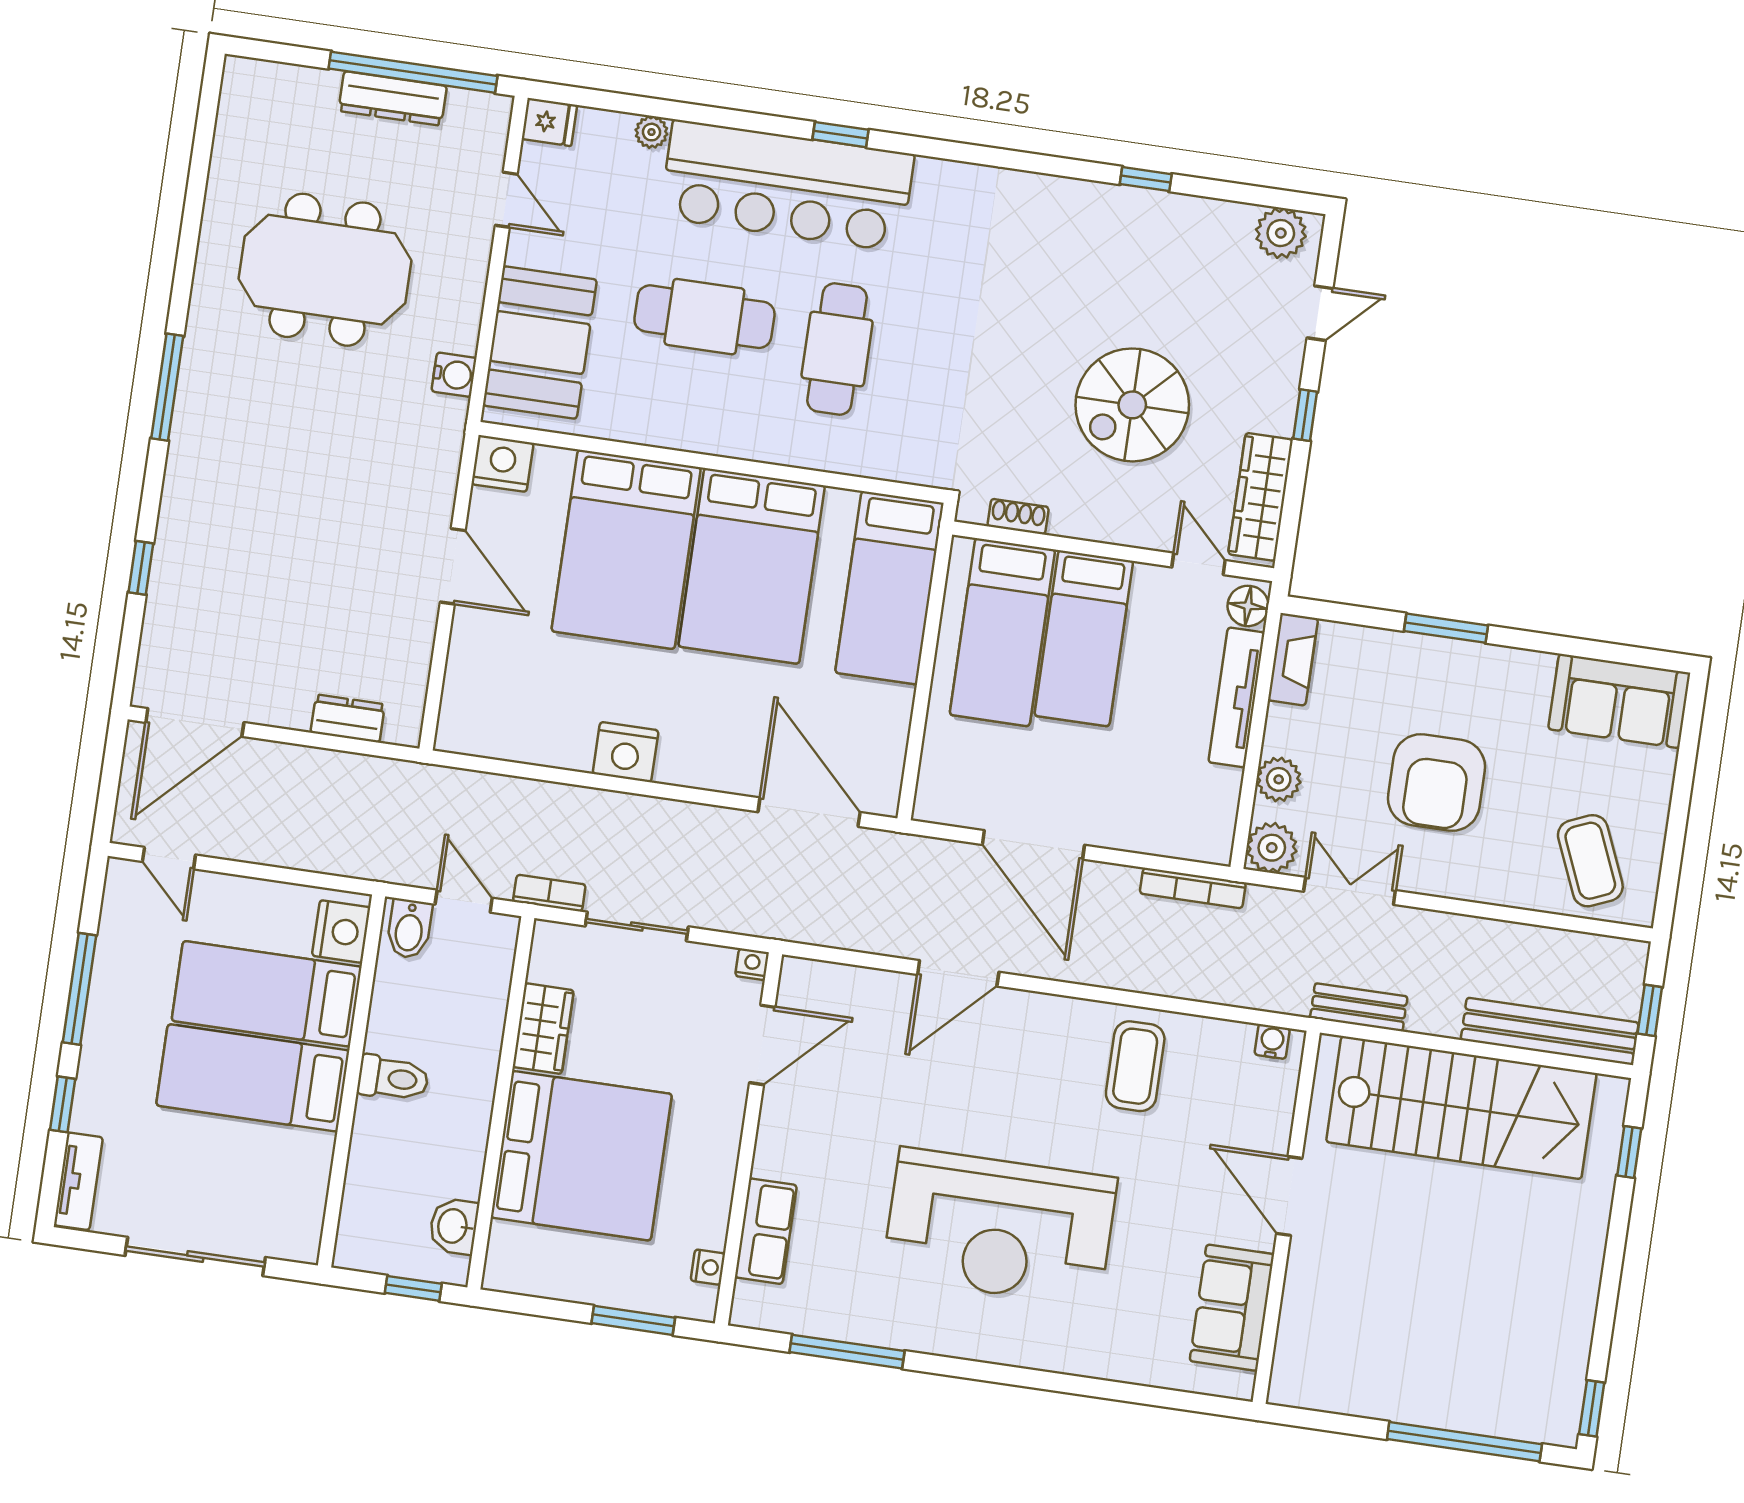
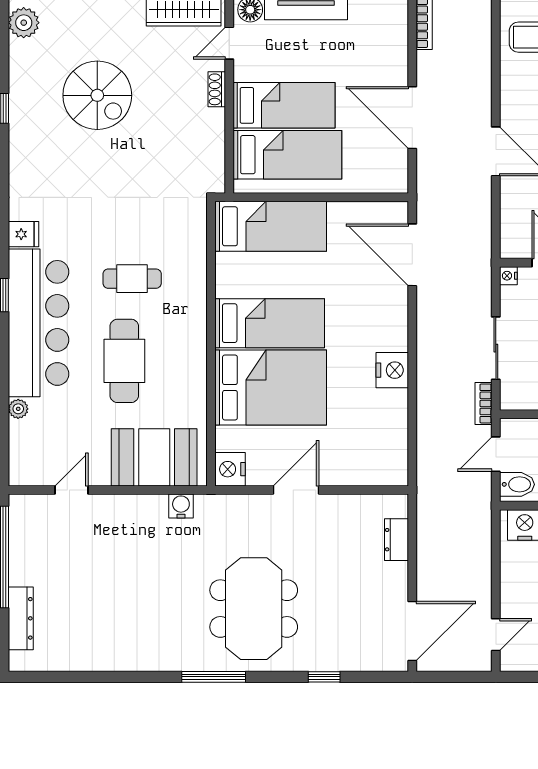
dresser: (393, 98) -> (21, 618), moved
fridge: (549, 122) -> (24, 234), moved, turned 90
meeting table: (325, 270) -> (254, 609), moved
cafe table: (837, 349) -> (132, 279), width x0.73, depth x0.74
spiral stairs: (1132, 405) -> (97, 95), moved
shoe rack: (1018, 517) -> (217, 89), moved
bed: (752, 566) -> (270, 323), width x0.67
door: (195, 722) -> (412, 631), hinge flipped
door: (809, 812) -> (412, 255), hinge flipped
door: (1033, 845) -> (412, 118), swing flipped

